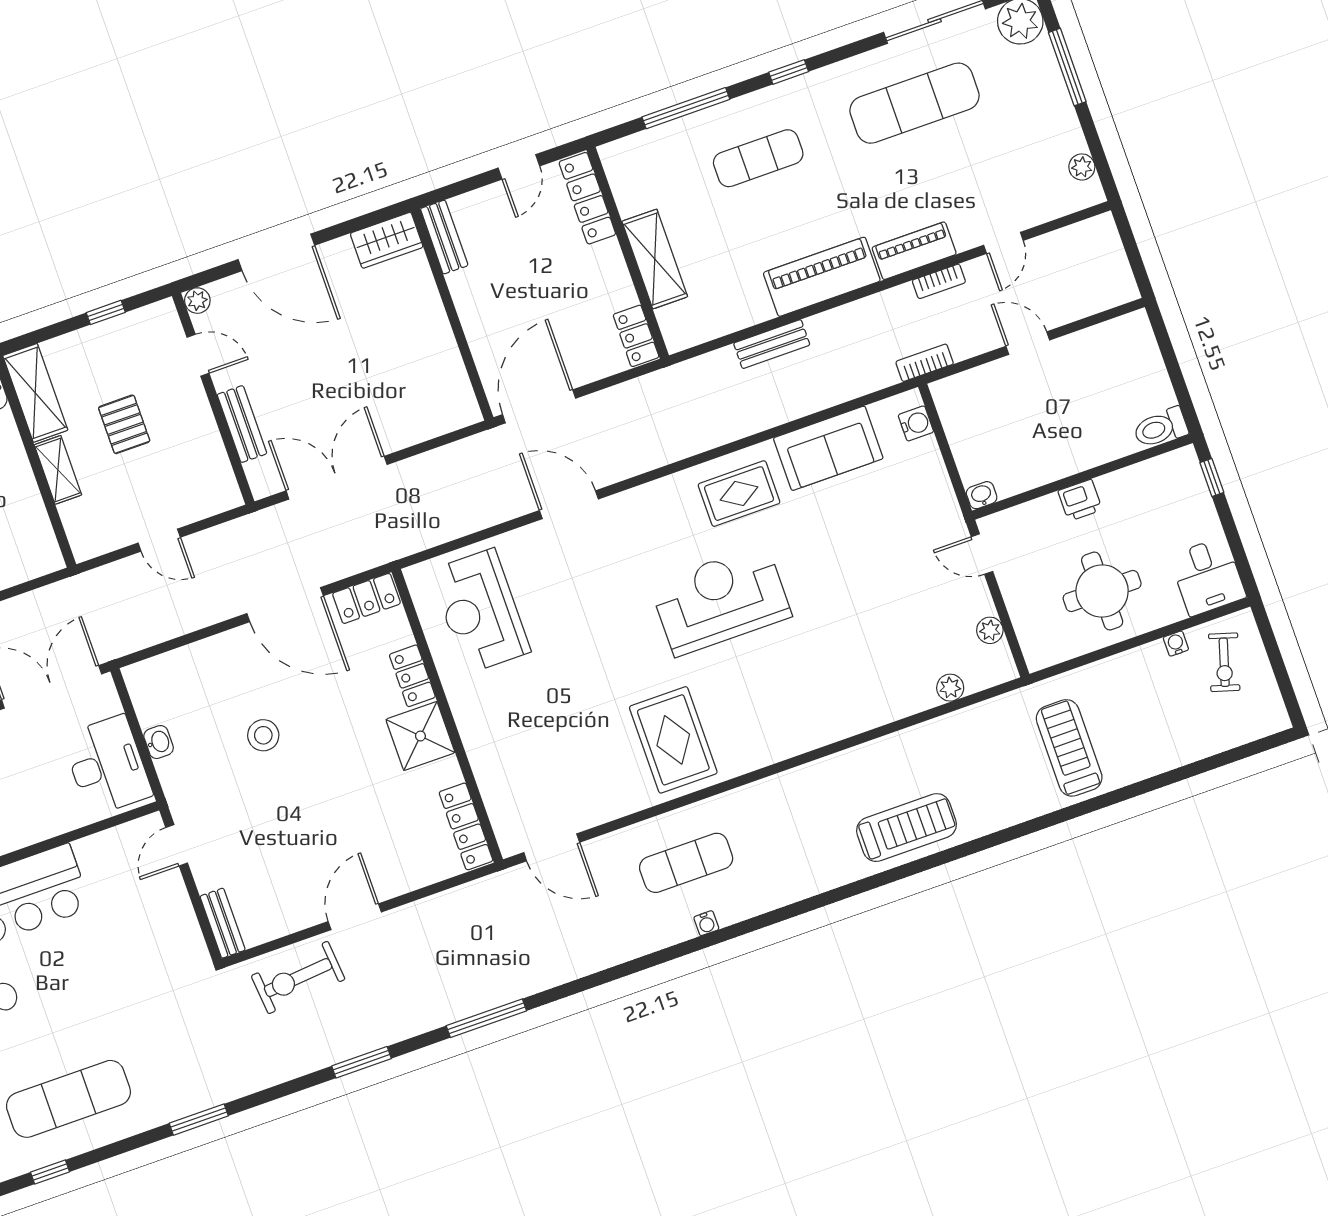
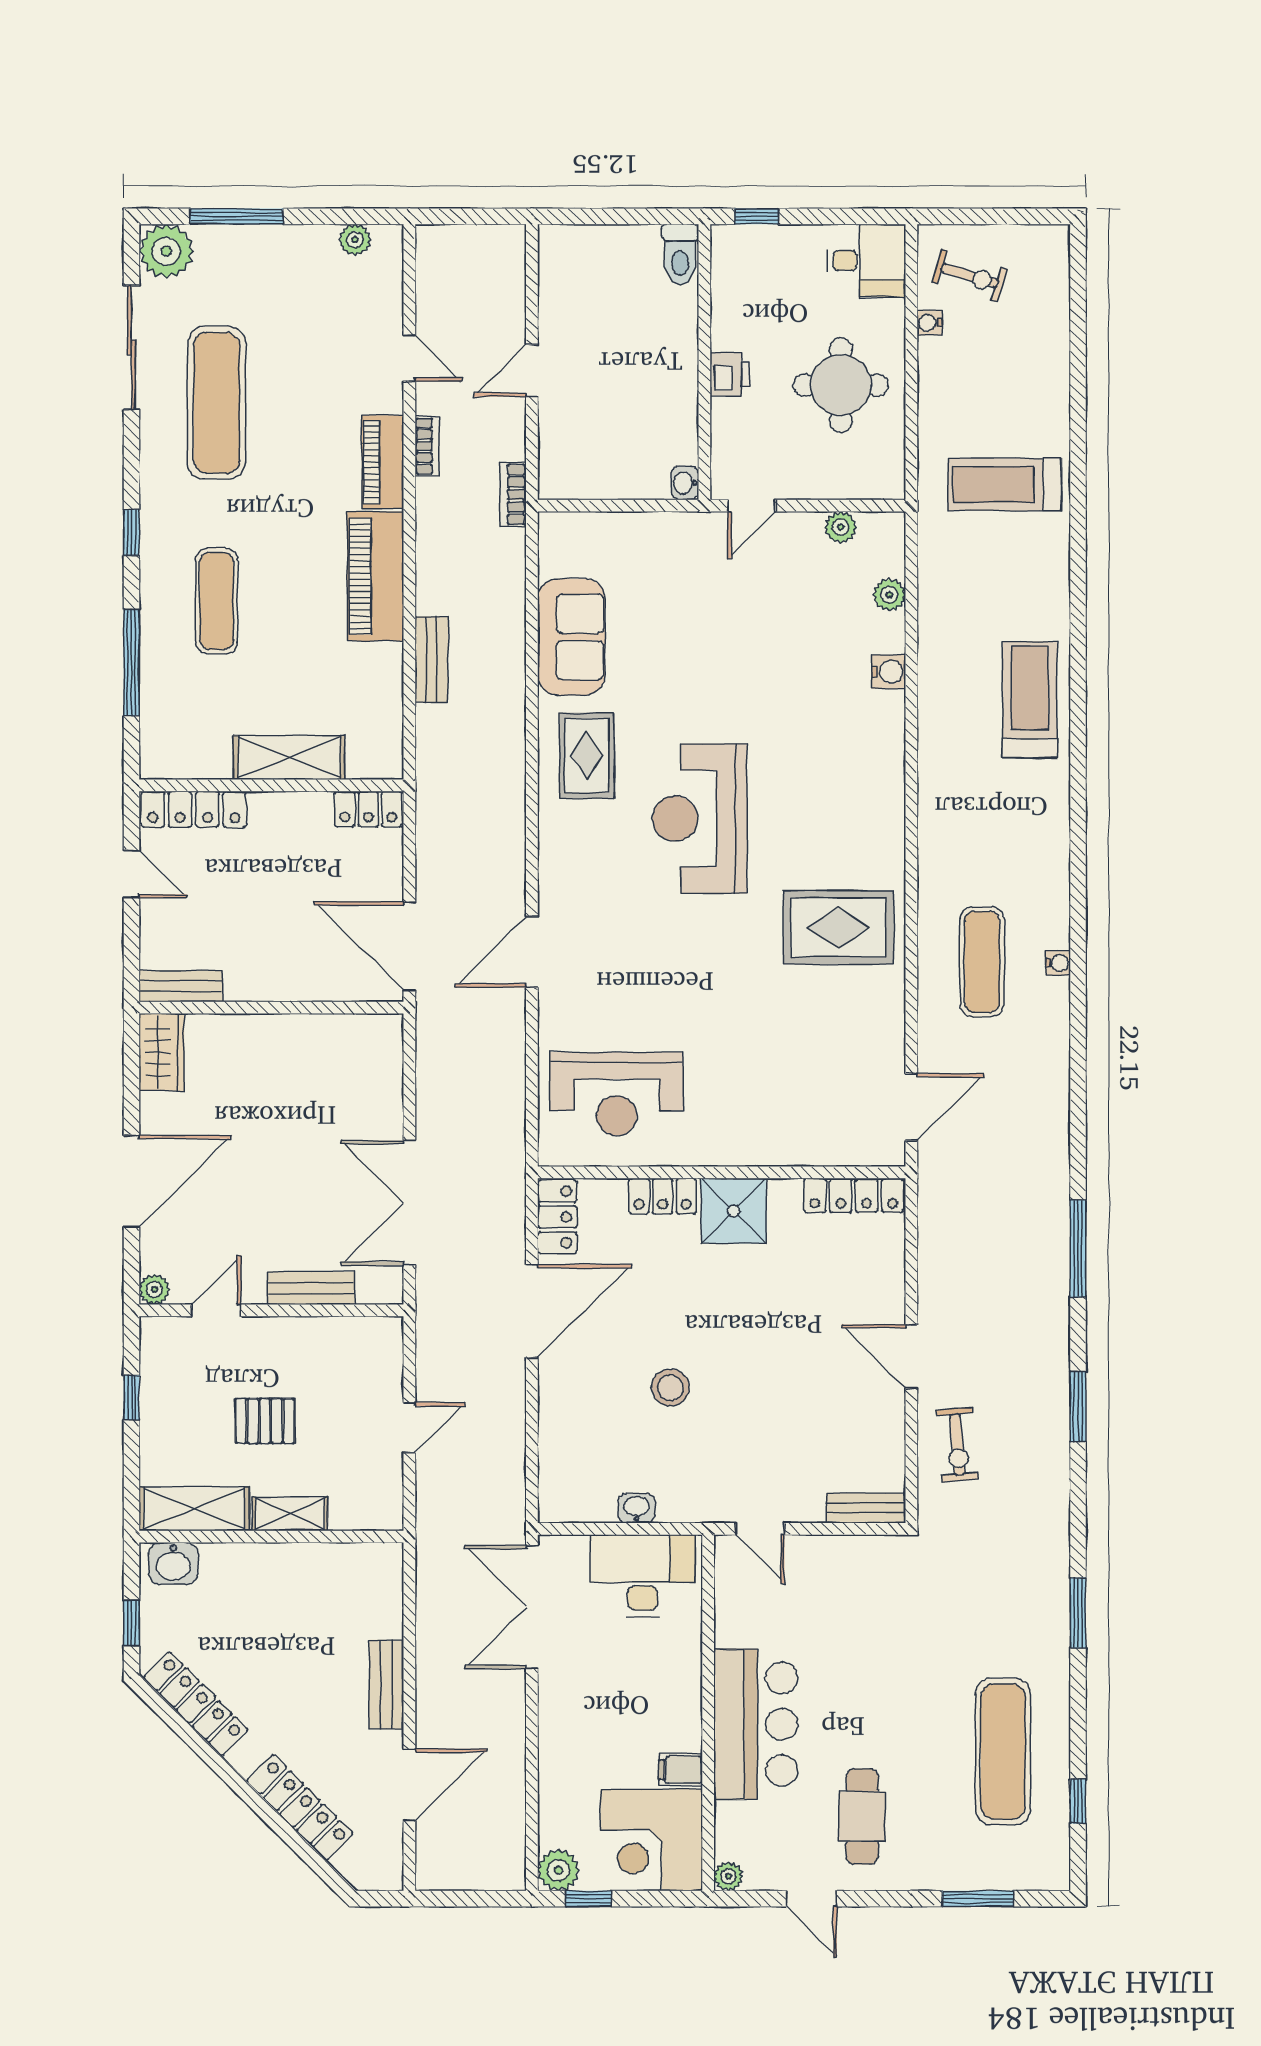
water cooler: (916, 423) -> (889, 672), moved, turned 90
exercise bike: (298, 978) -> (957, 1445), width x0.73, depth x0.72

